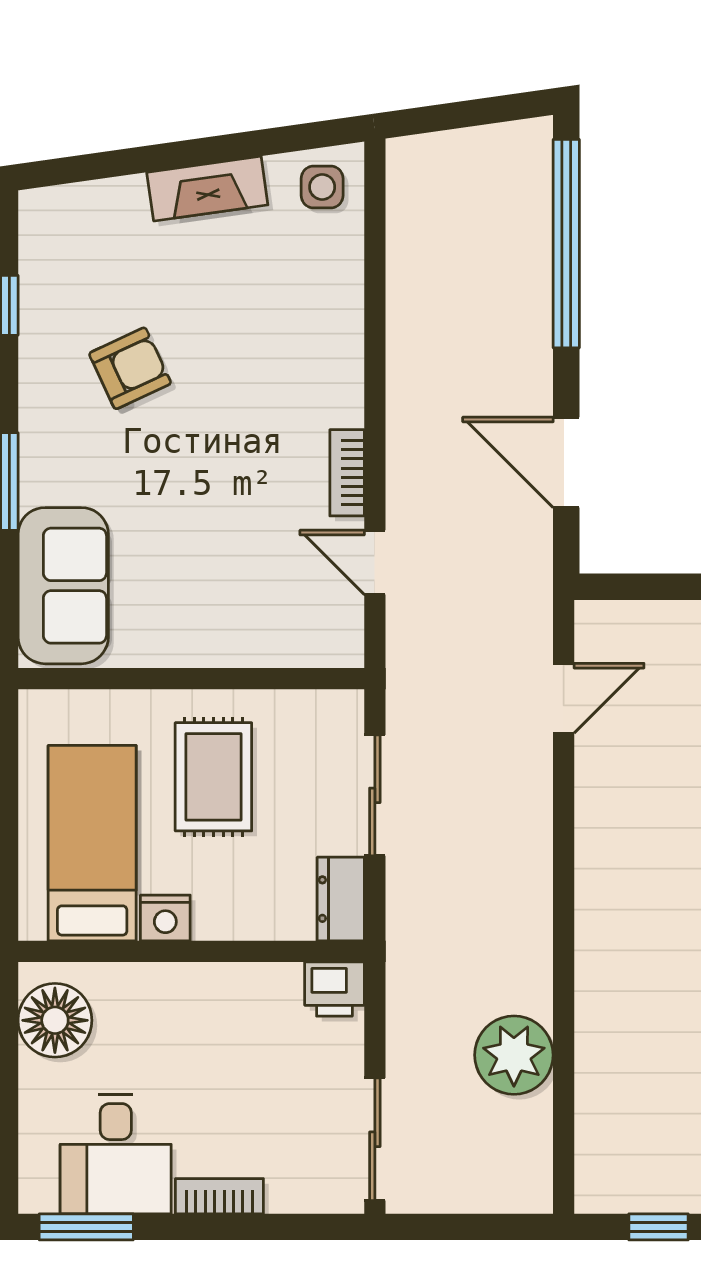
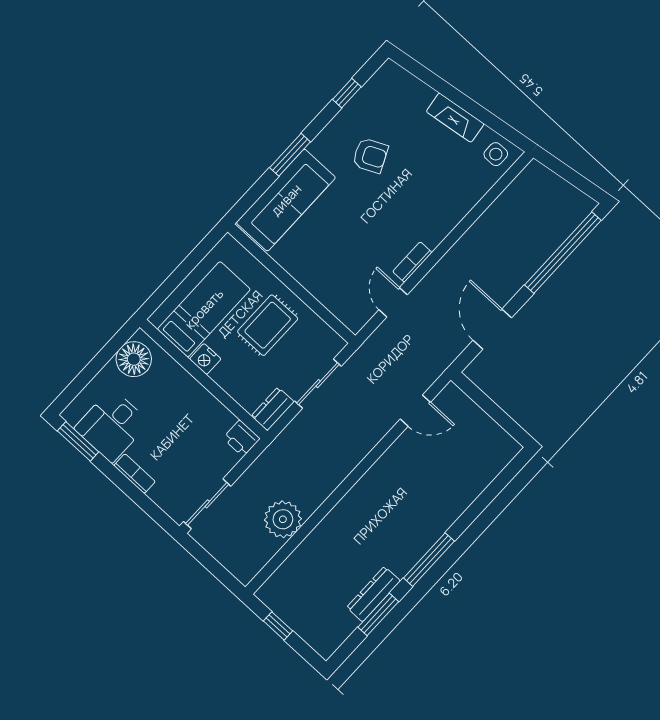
sofa: (63, 586) -> (286, 200), width x1.36

